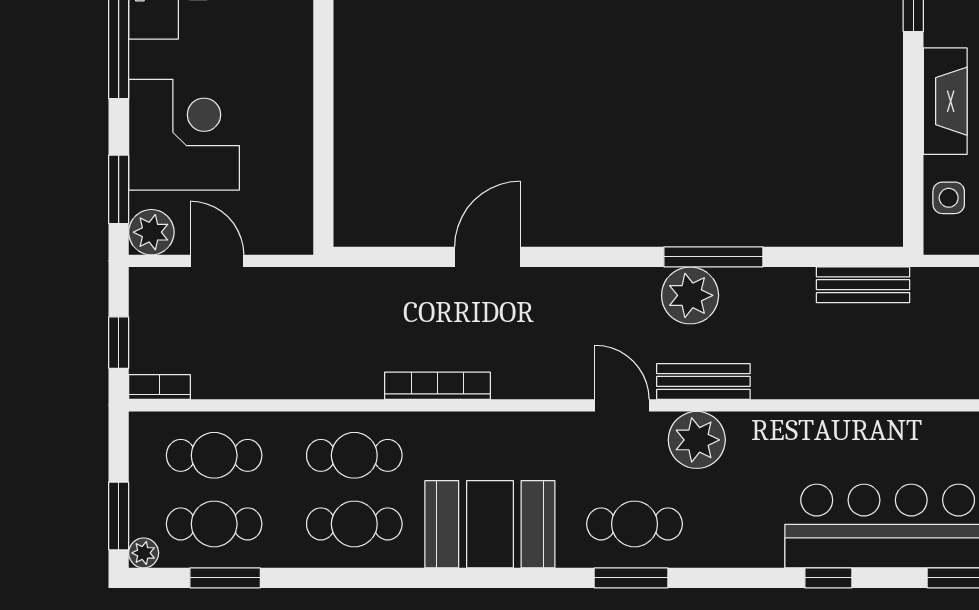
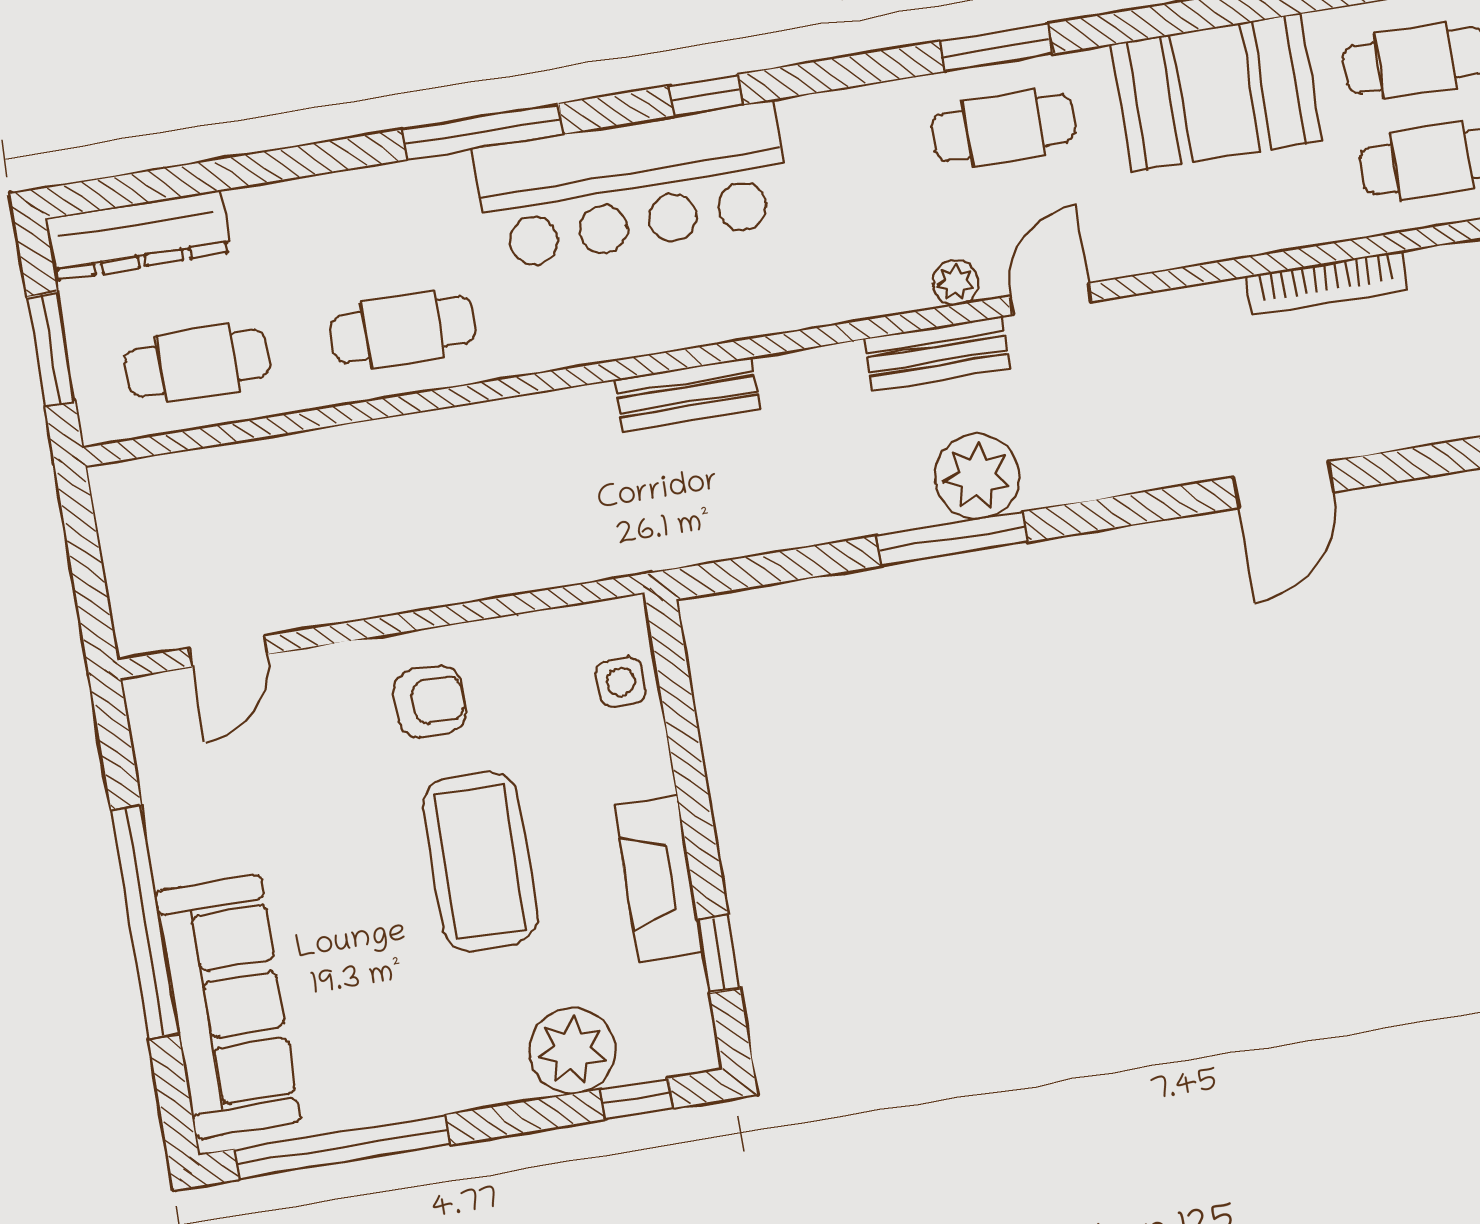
fireplace: (945, 101) -> (658, 879), moved
bench: (863, 285) -> (687, 394), moved
door: (622, 405) -> (1051, 299), swing flipped
plant: (697, 440) -> (955, 282), width x0.53, depth x0.53

